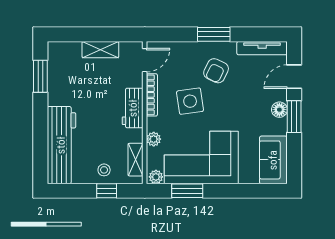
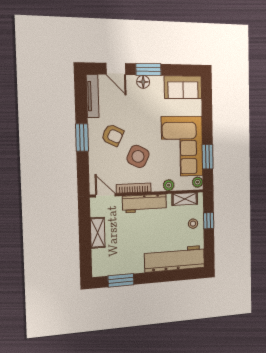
side table: (190, 101) -> (138, 156), turned 34
workbench: (133, 108) -> (145, 203), width x1.38

